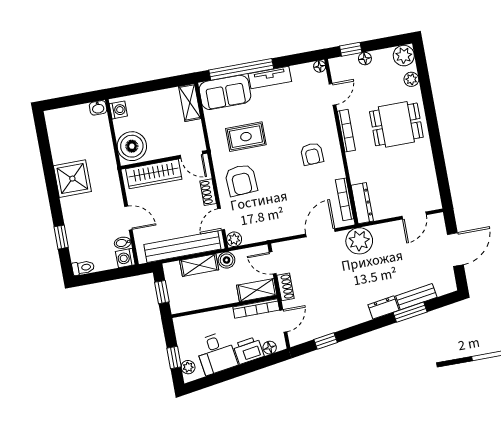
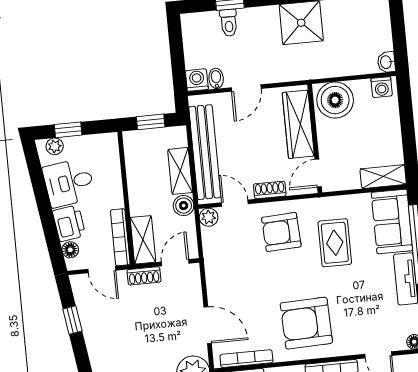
armchair: (312, 154) -> (306, 323), width x1.88, depth x1.88
toilet: (83, 268) -> (229, 23), moved

